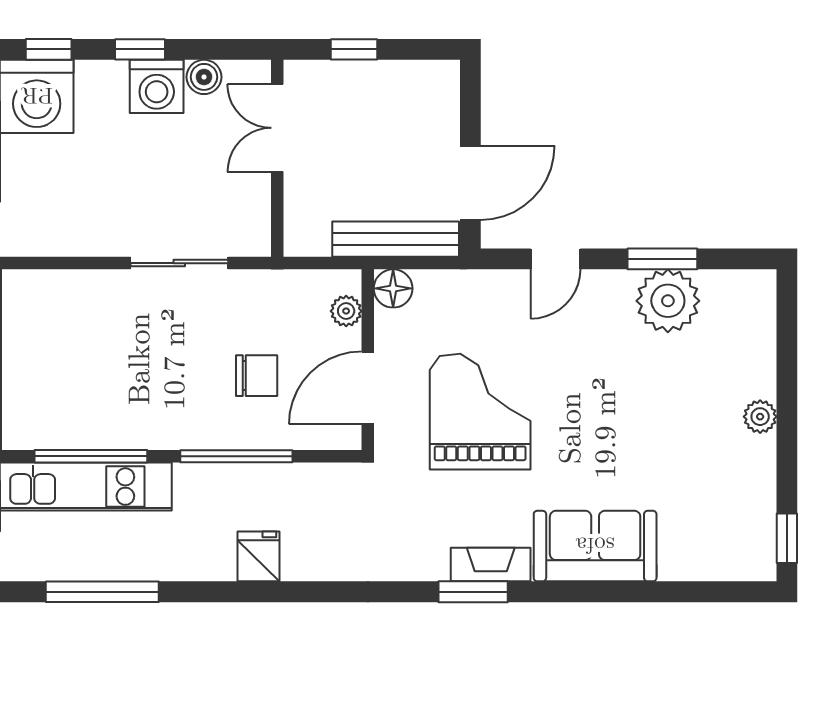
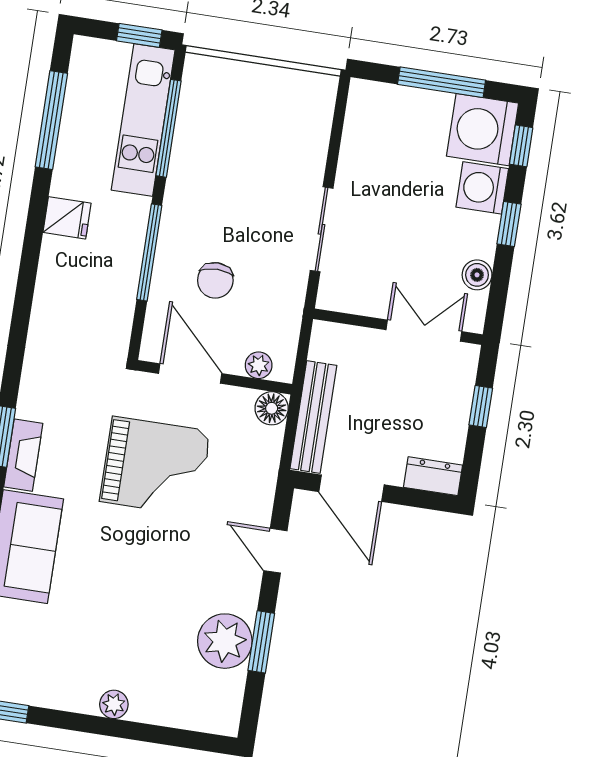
washing machine: (157, 86) -> (482, 188), moved
dresser: (442, 92) -> (433, 476), added
fridge: (258, 556) -> (67, 218), moved

